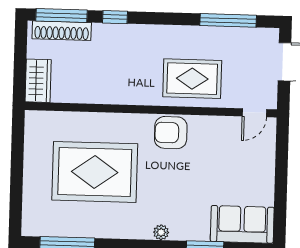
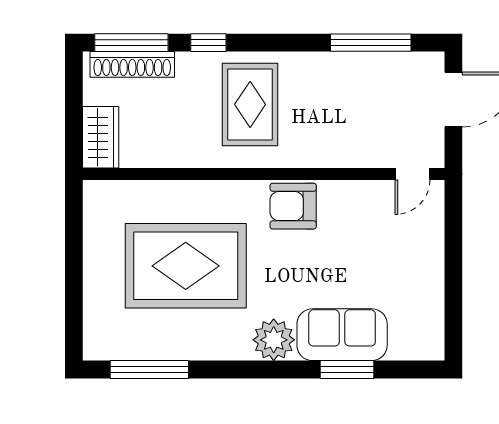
rug: (192, 79) -> (250, 104), moved, turned 90
sofa: (242, 224) -> (342, 335), moved
plant: (161, 232) -> (274, 340), width x1.88, depth x1.88

